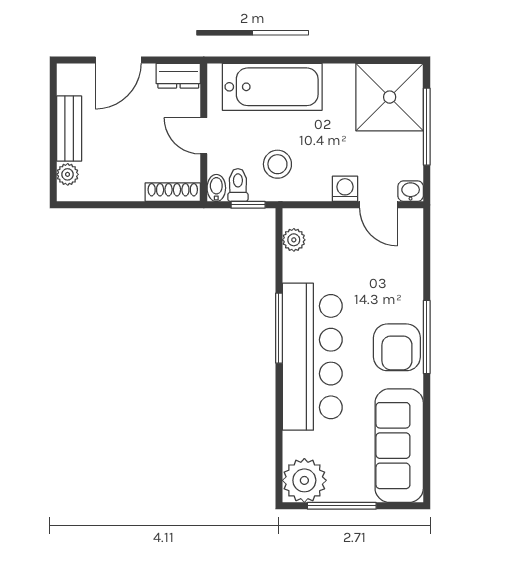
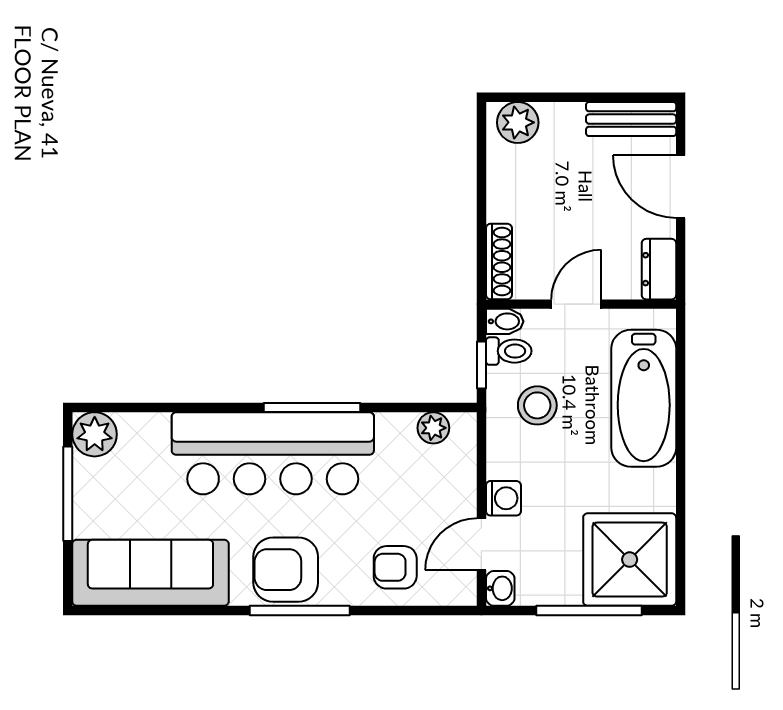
bench: (69, 129) -> (631, 119), moved
plant: (68, 174) -> (518, 122), width x1.38, depth x1.38
armchair: (395, 268) -> (395, 567), added
plant: (304, 480) -> (95, 434), width x0.73, depth x0.73

